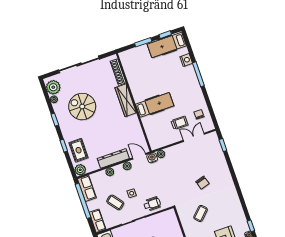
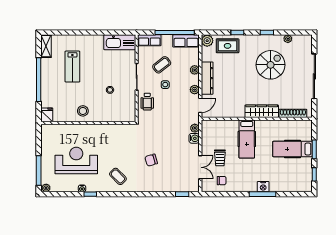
hospital bed: (167, 45) -> (293, 149), moved, turned -90
nightstand: (186, 60) -> (263, 187), moved
plant: (53, 87) -> (300, 42), removed
water cooler: (152, 158) -> (194, 138), moved
coffee table: (201, 213) -> (118, 176), moved

